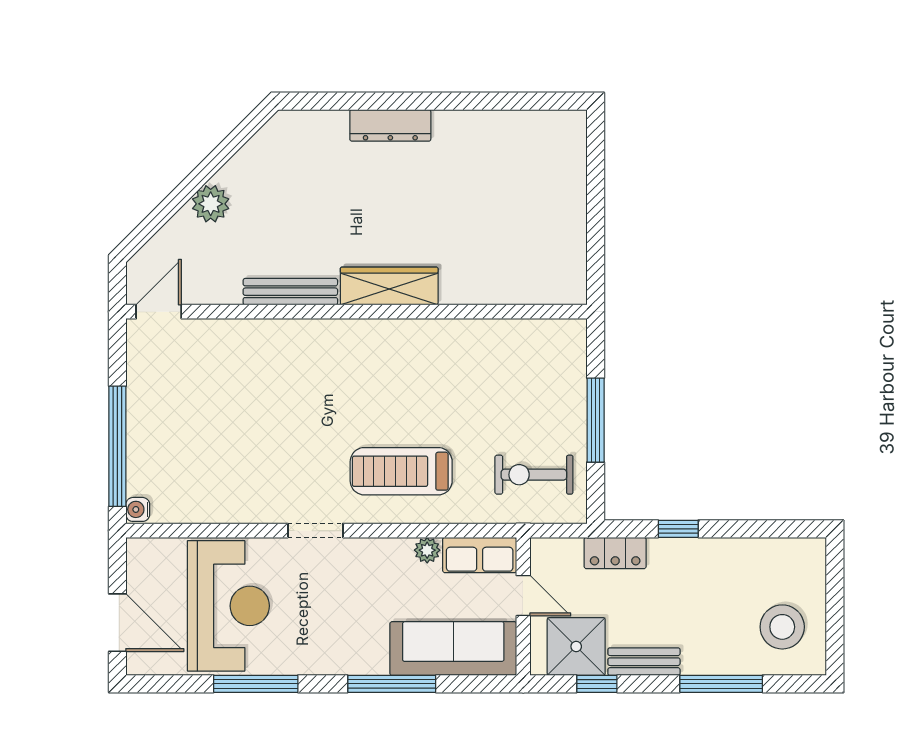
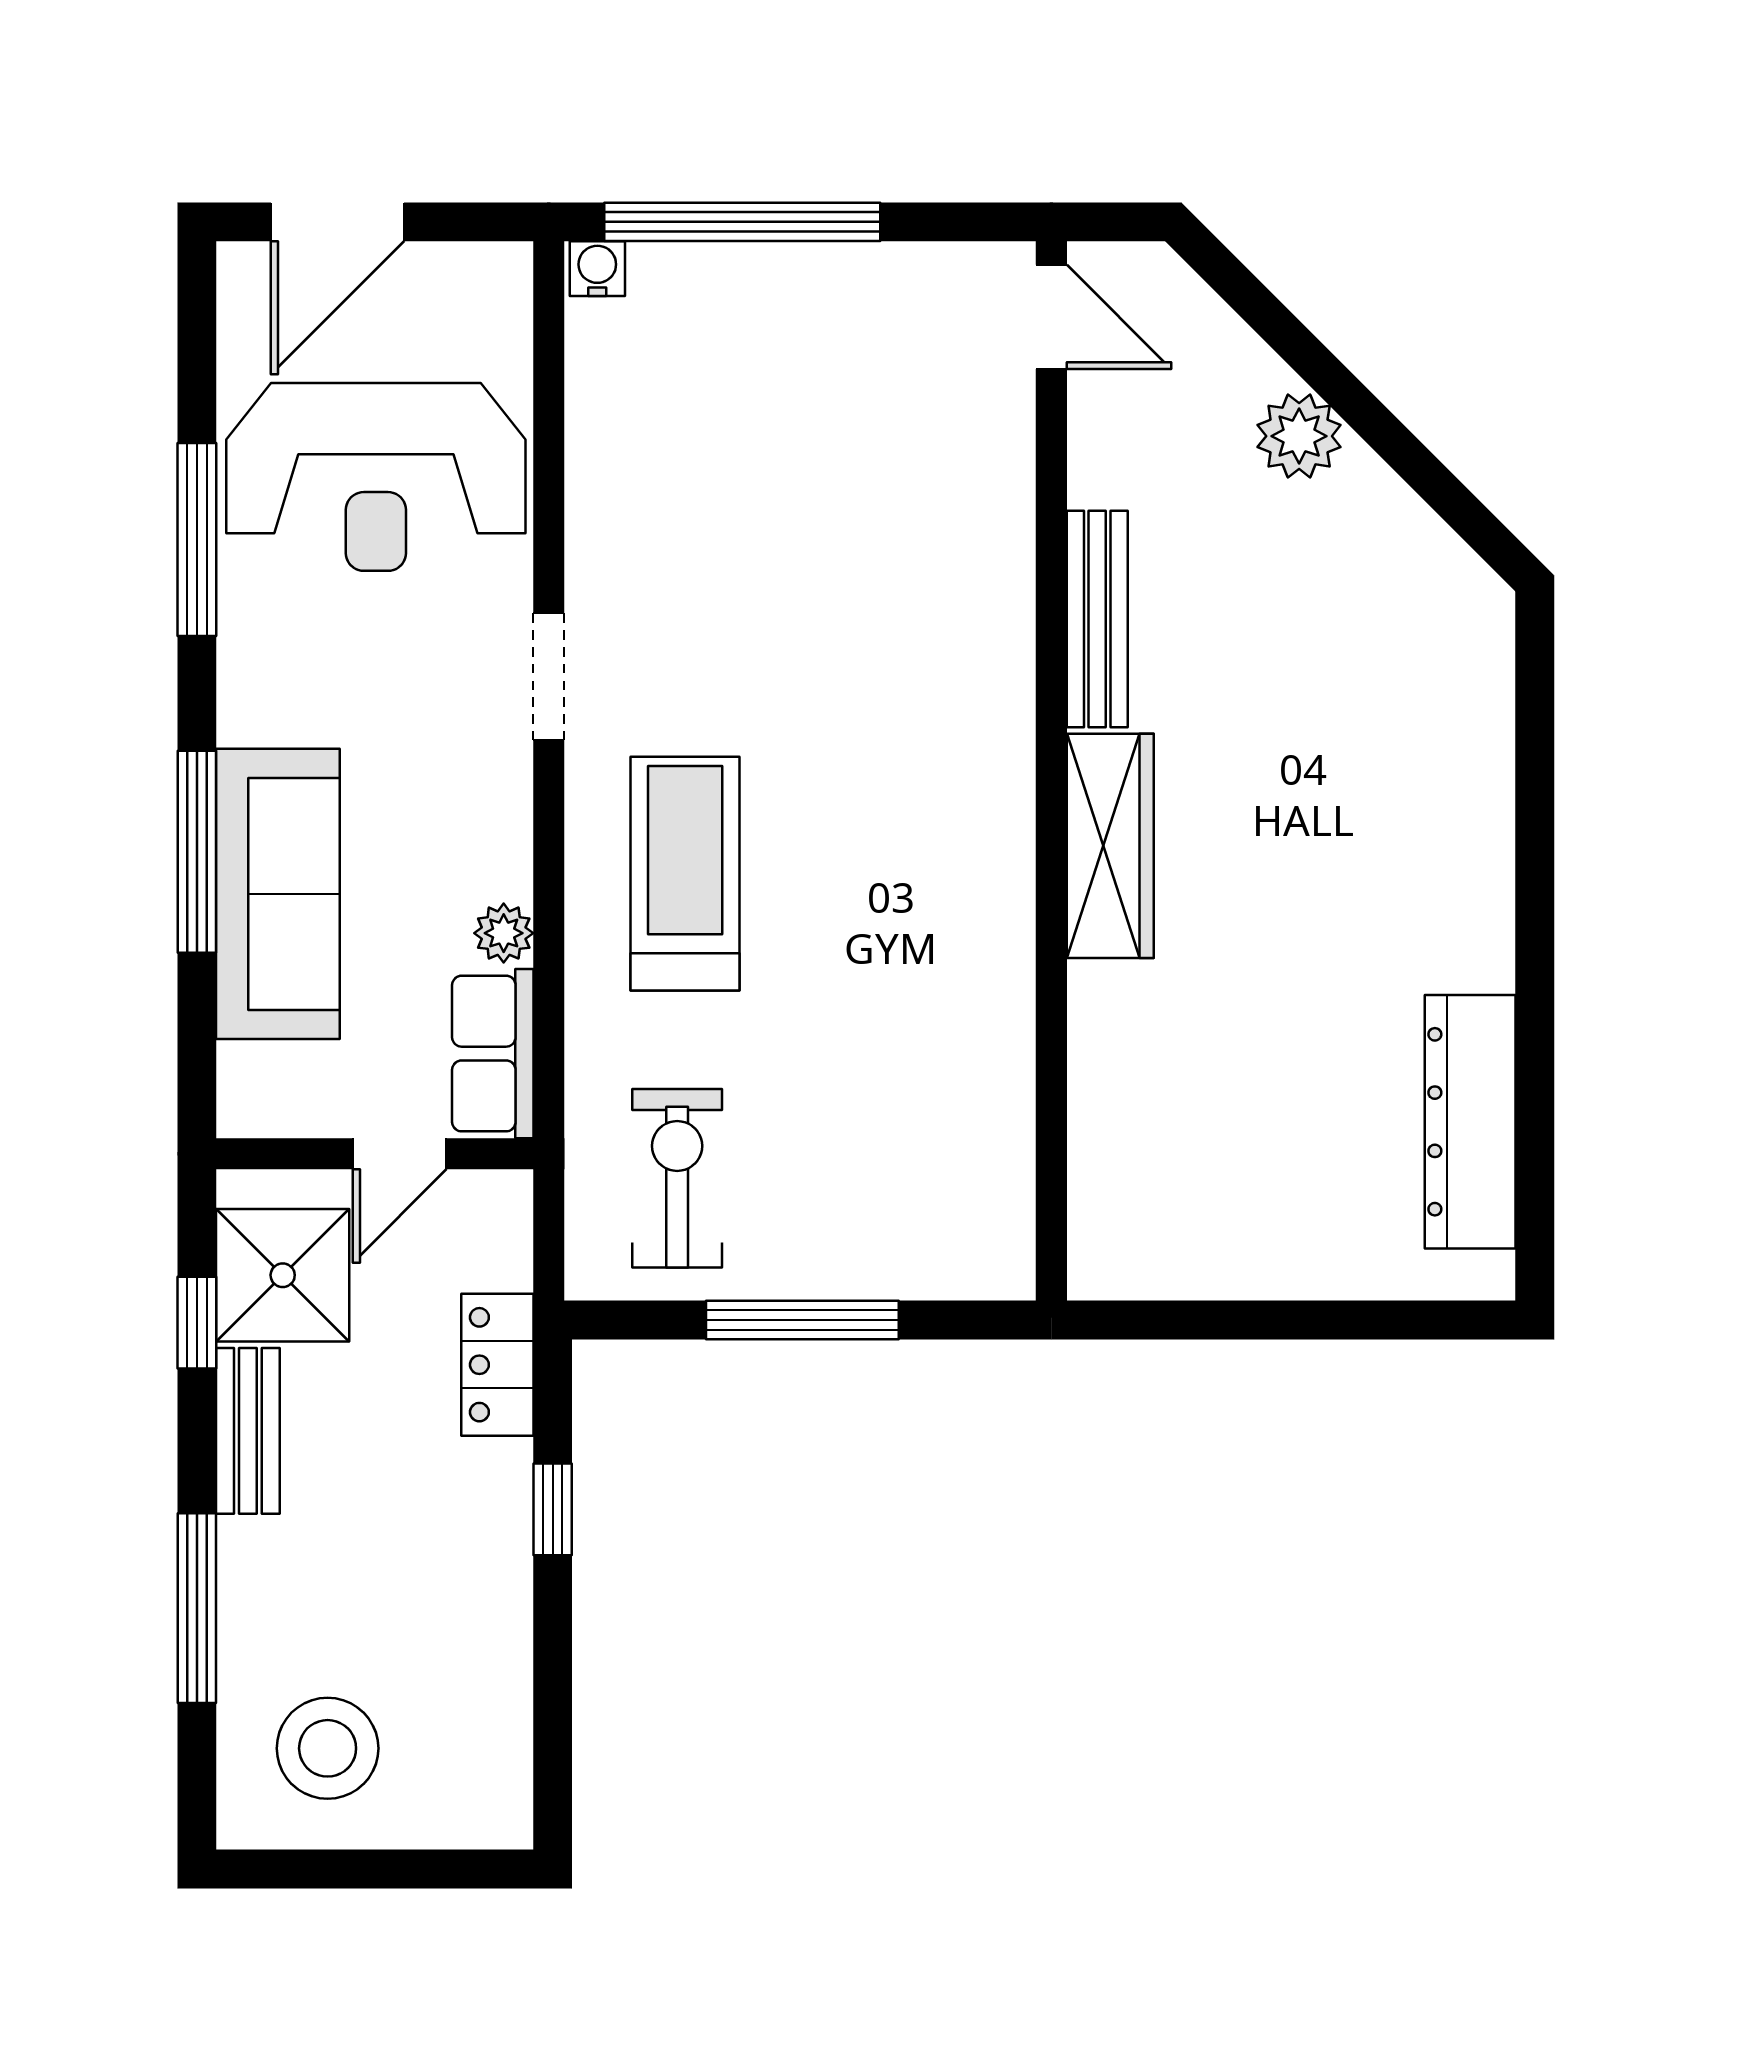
dresser: (390, 125) -> (1470, 1122), moved, width x1.37, depth x1.24
sofa: (453, 649) -> (278, 894), moved

